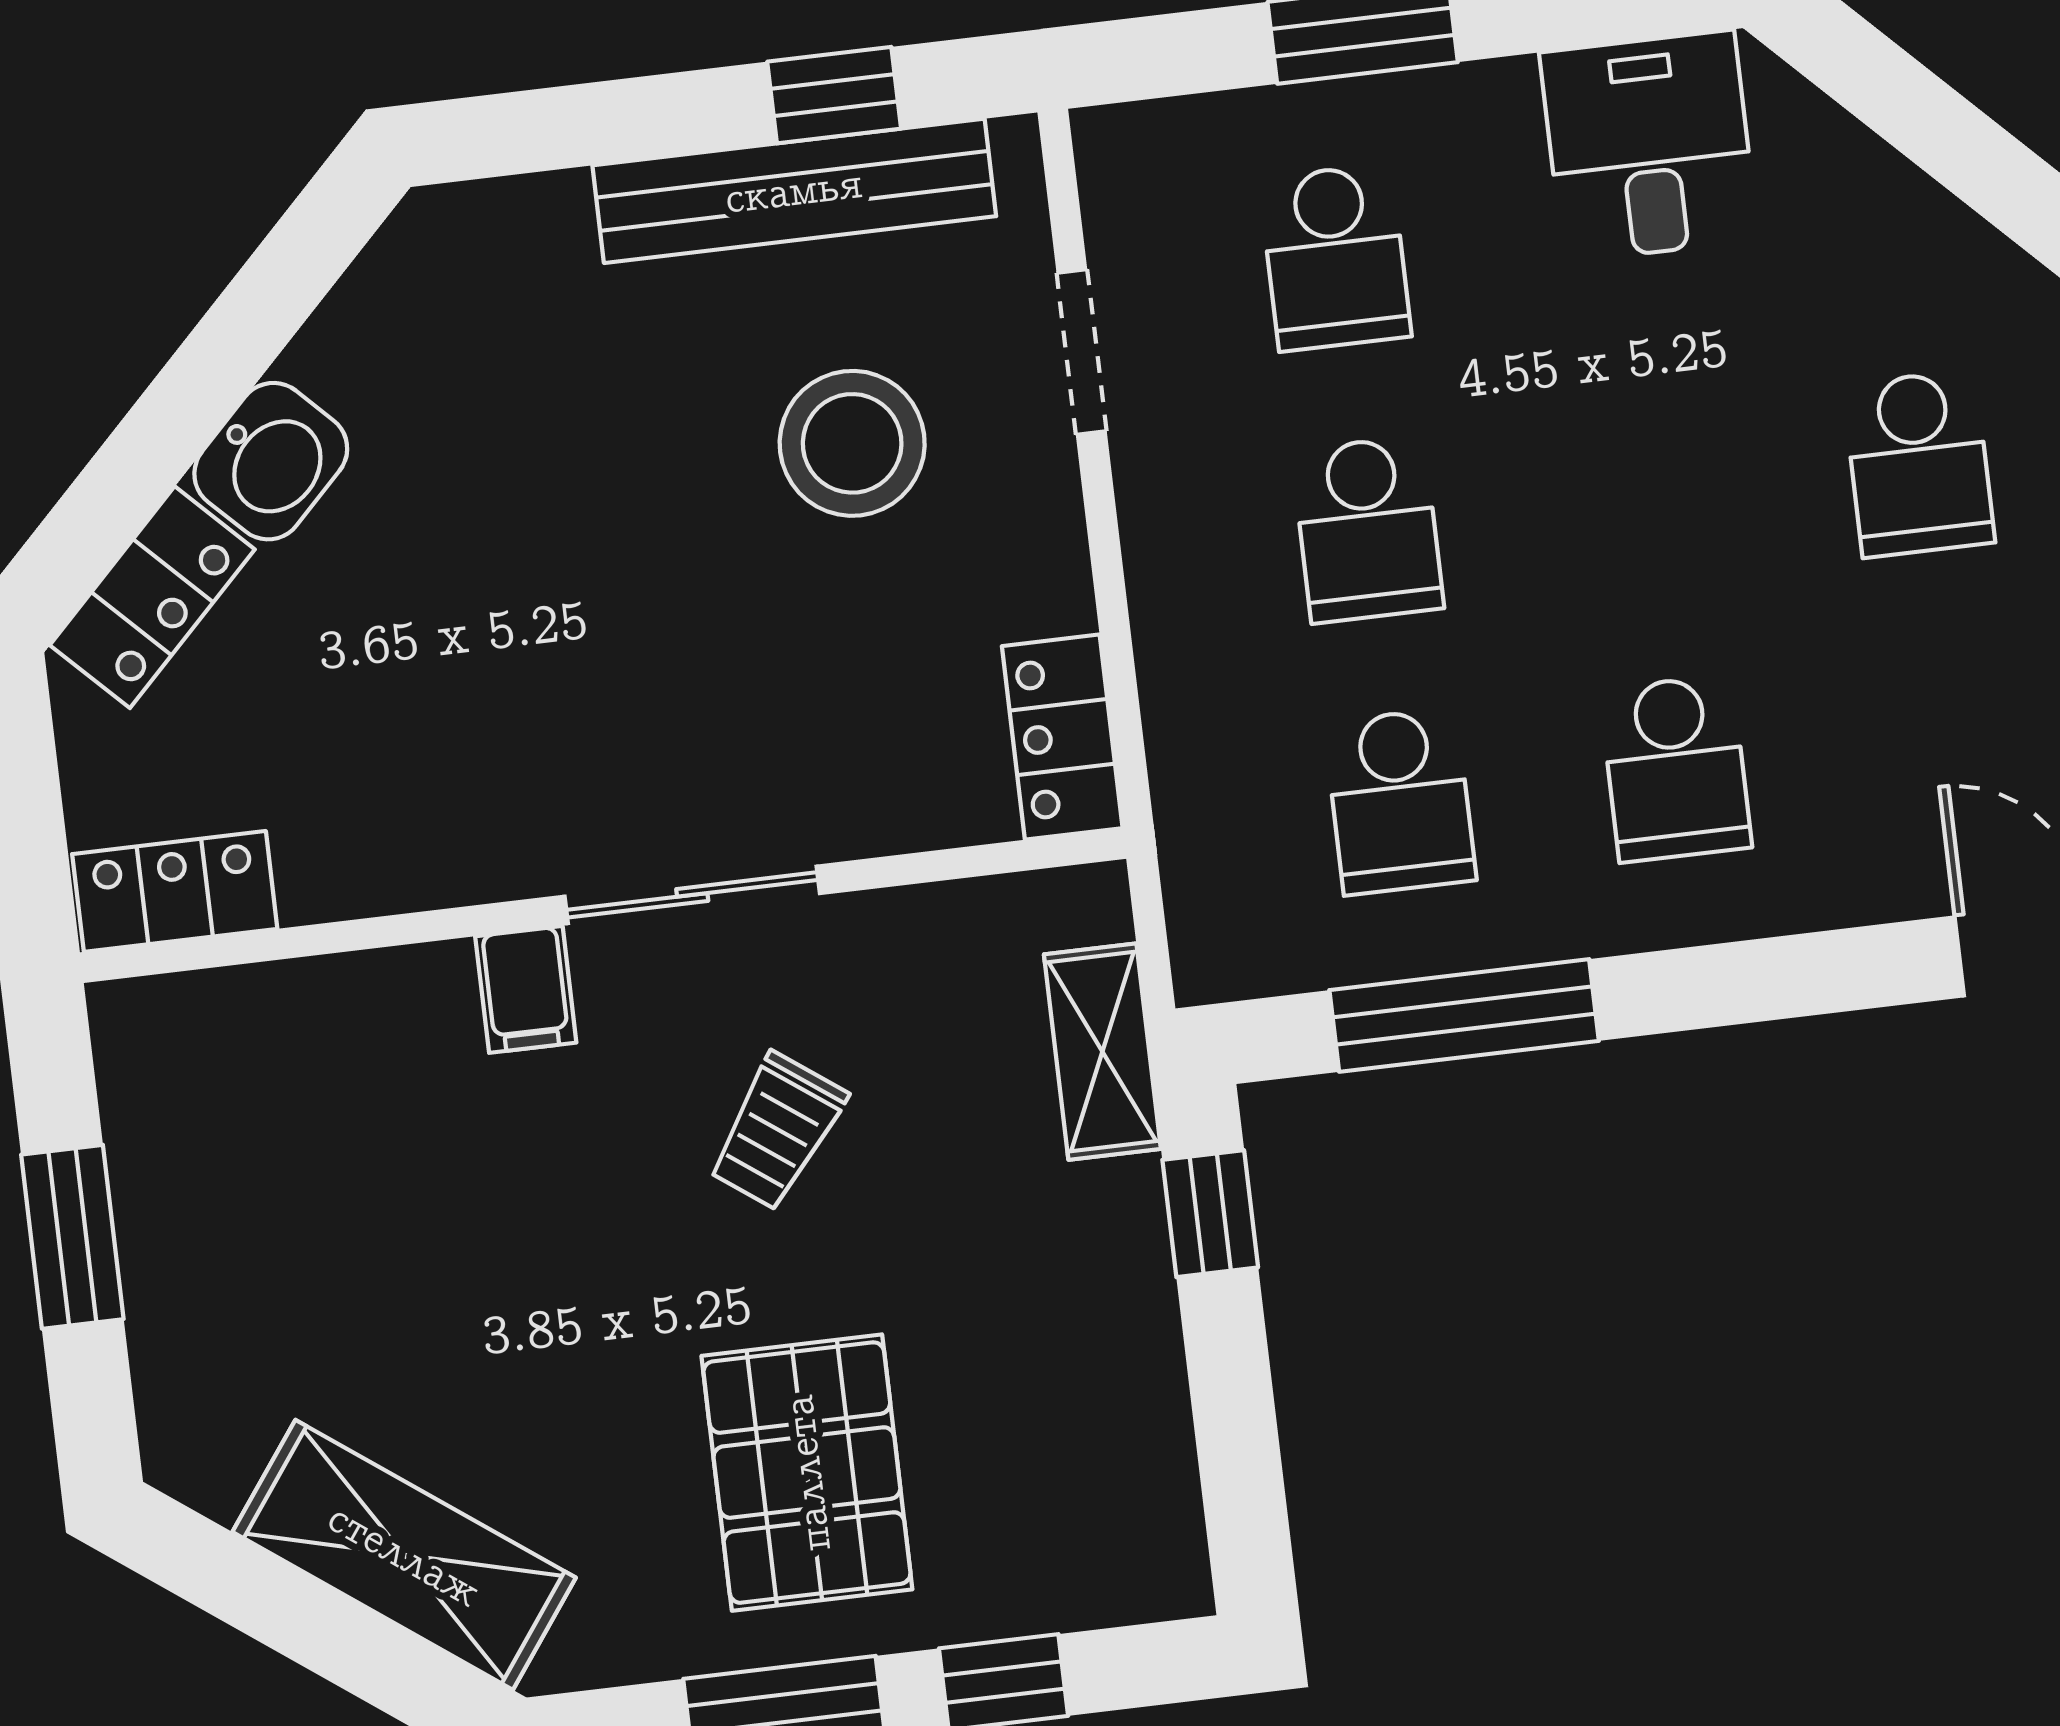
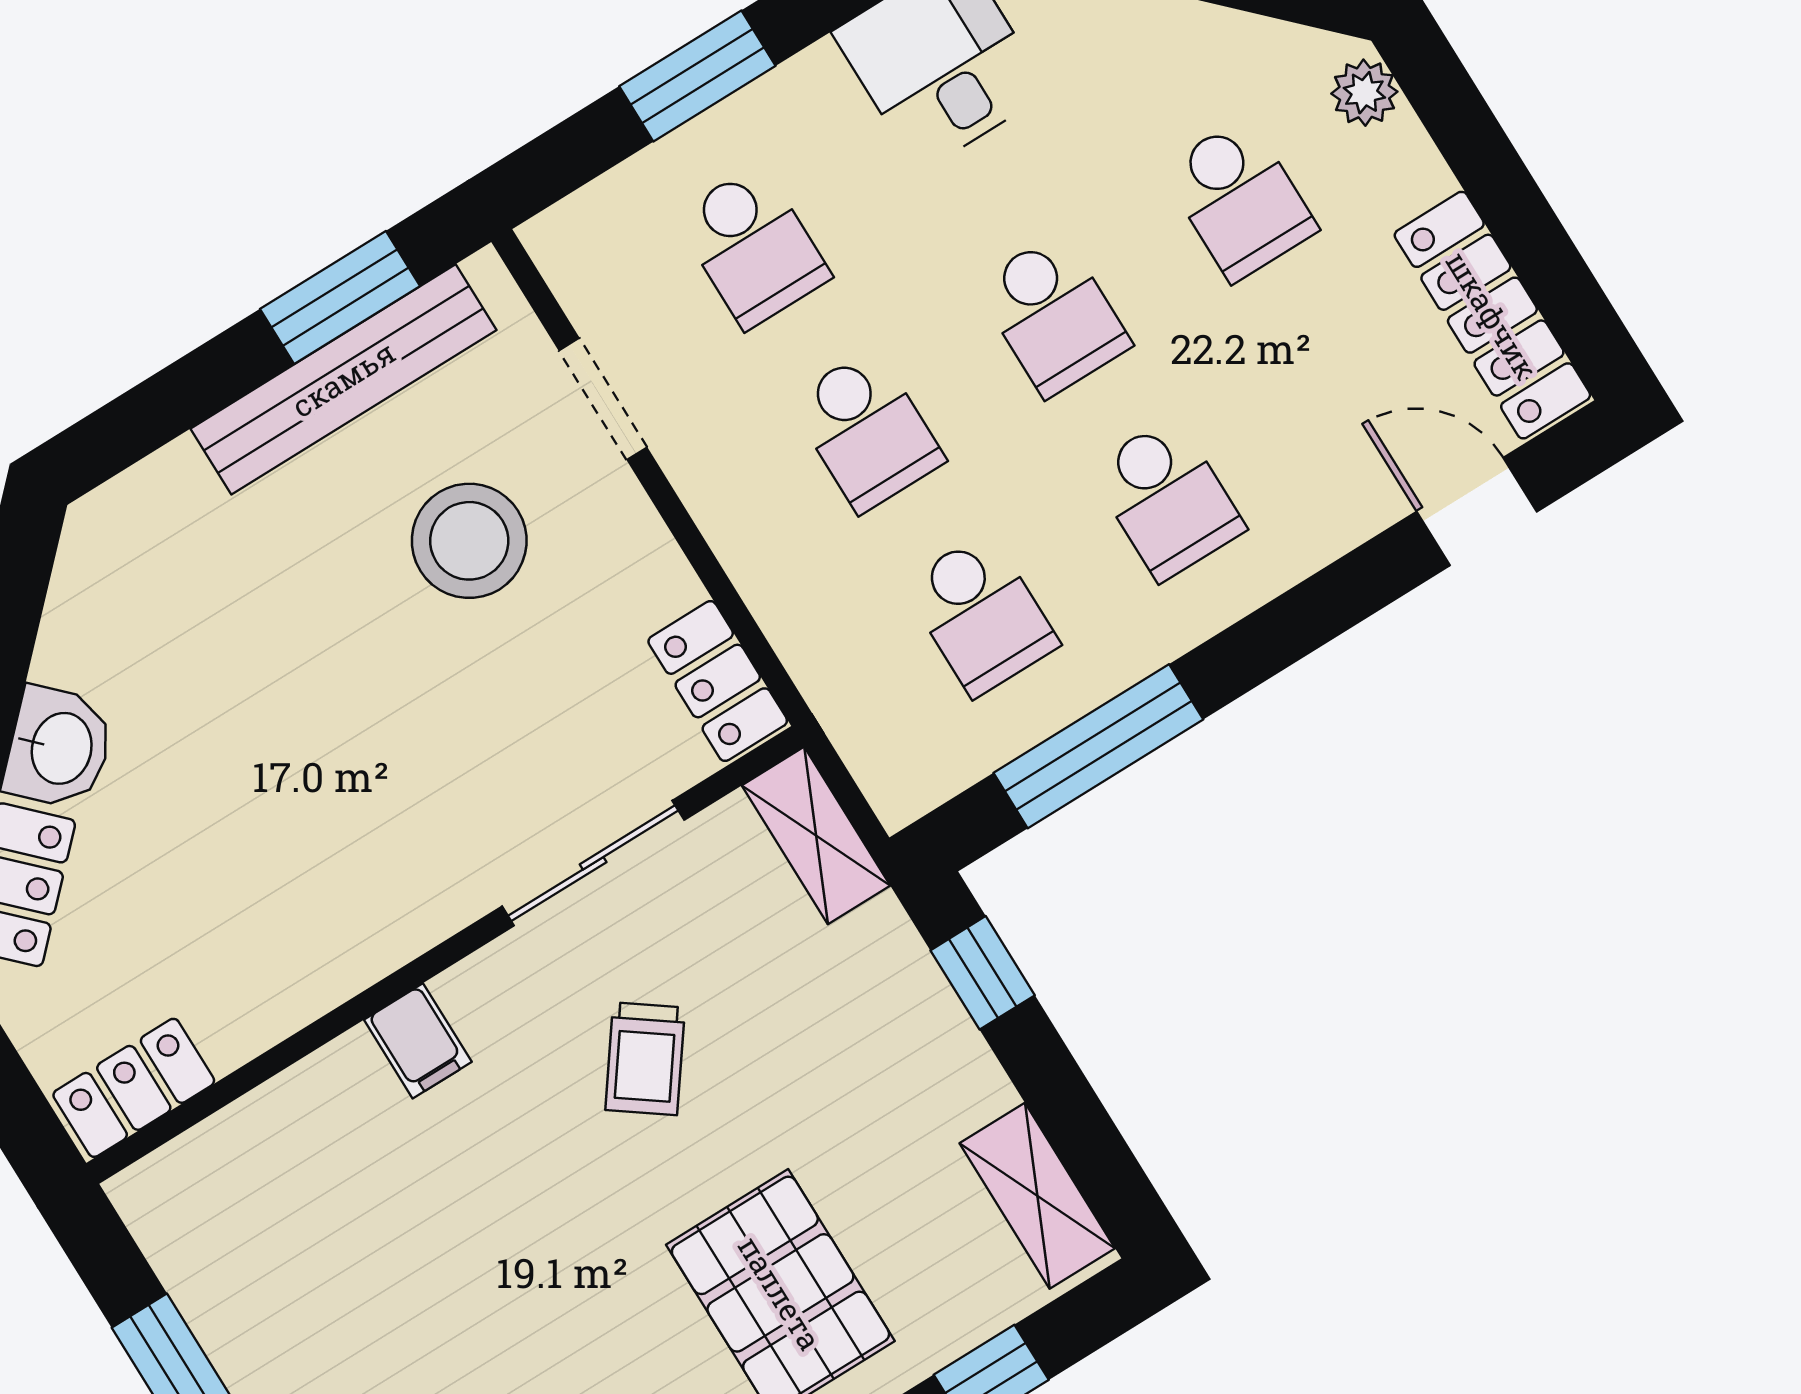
window: (834, 95) -> (340, 298), width x1.50
school desk: (1643, 496) -> (1053, 315), added
sliding door: (692, 895) -> (593, 863), moved
shelving: (1102, 1052) -> (816, 836), moved
shelving: (1153, 1499) -> (1037, 1196), added

